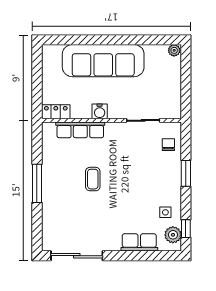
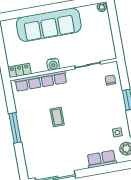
row of seats: (80, 130) -> (41, 81), width x1.36

